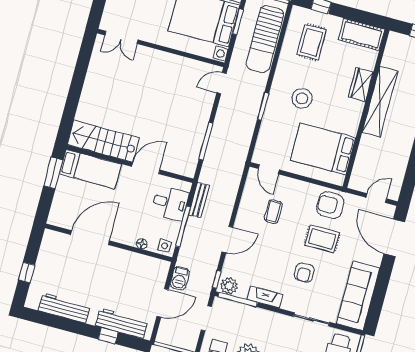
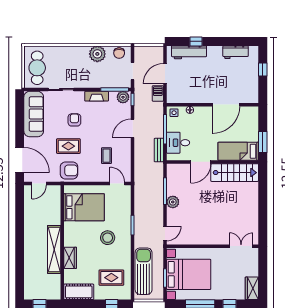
rug: (312, 42) -> (111, 278), turned 90
plant: (199, 123) -> (173, 202), added
workbench: (64, 308) -> (236, 52), width x0.73

